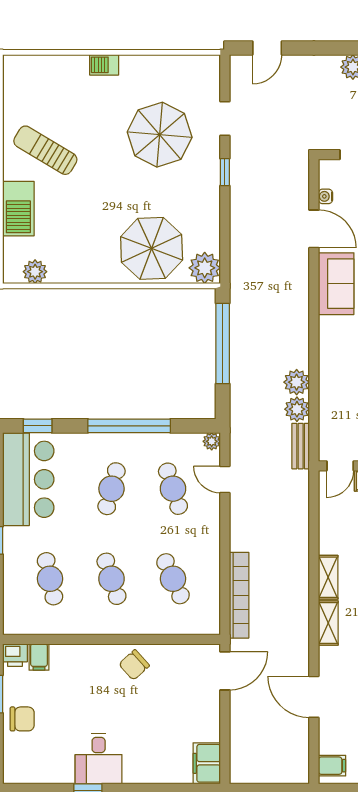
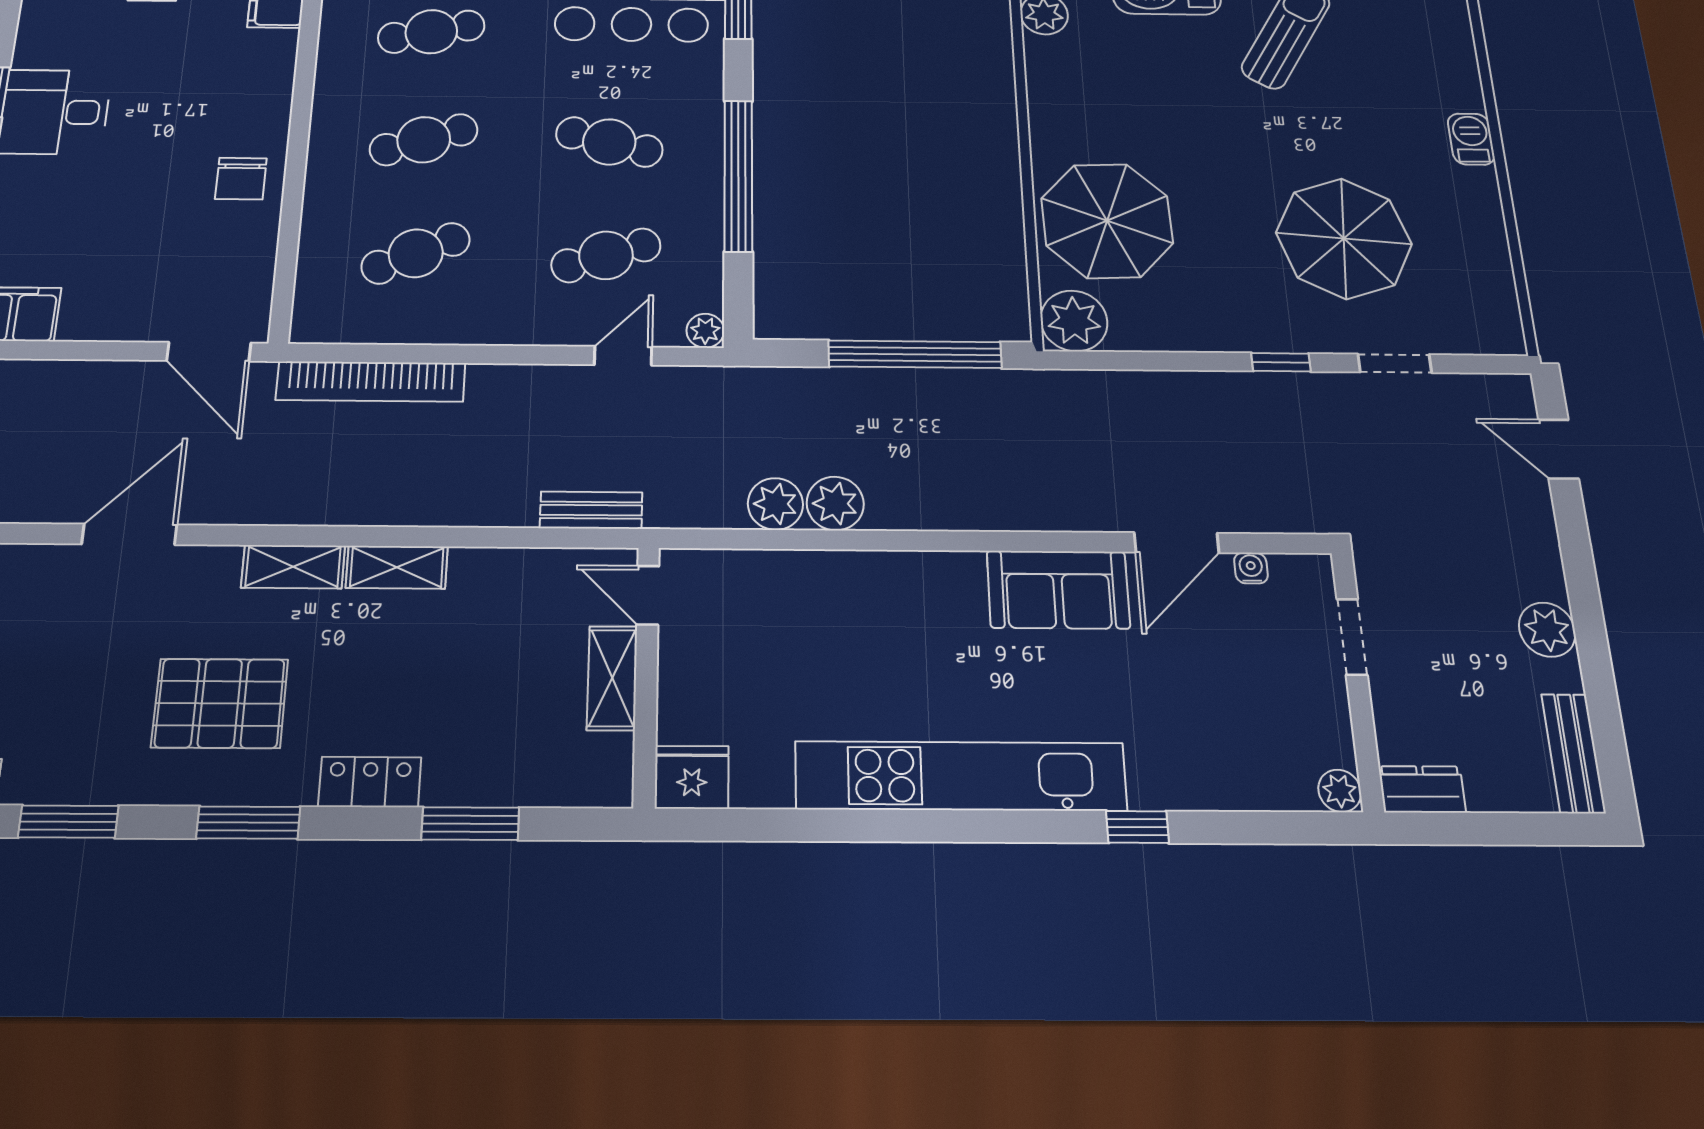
bench: (301, 446) -> (591, 510), moved
chair: (134, 665) -> (241, 179), turned -138

